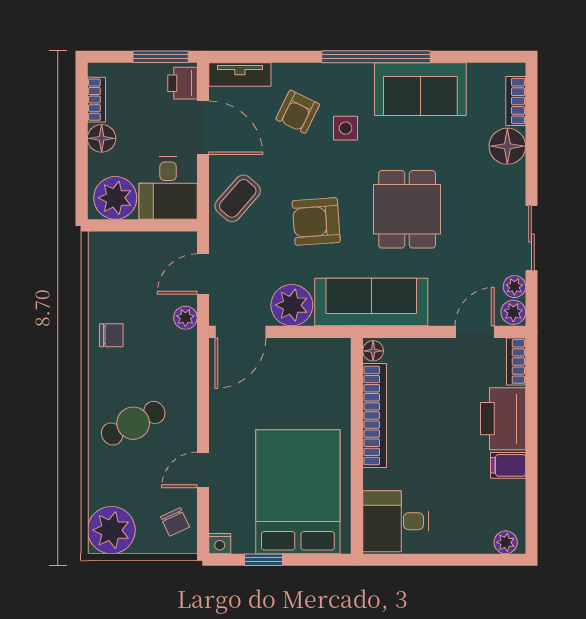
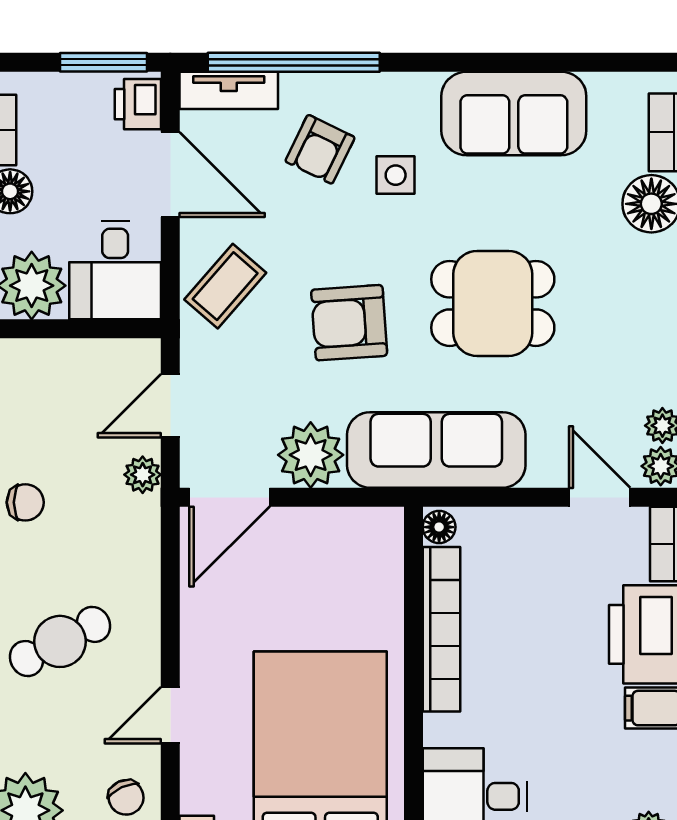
window: (376, 57) -> (294, 62), moved
dining table: (407, 209) -> (493, 303), turned 90
door: (475, 332) -> (600, 497), hinge flipped

